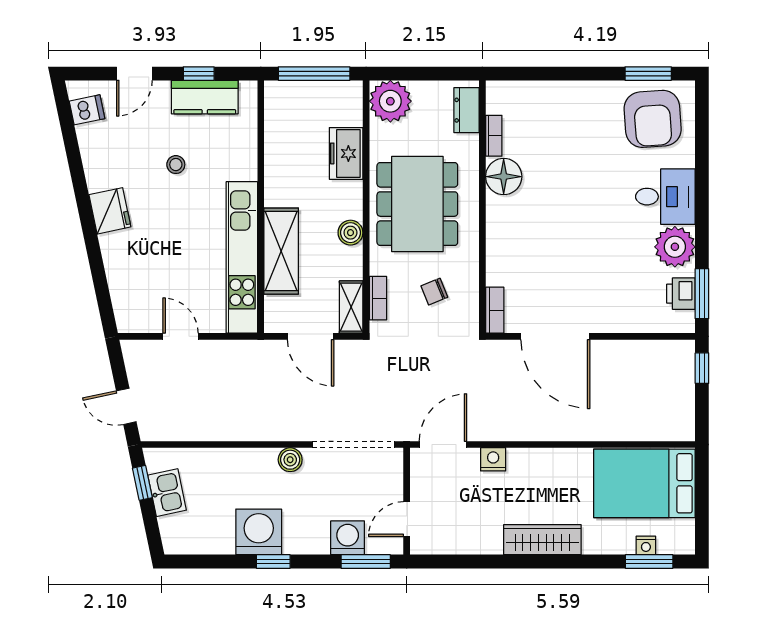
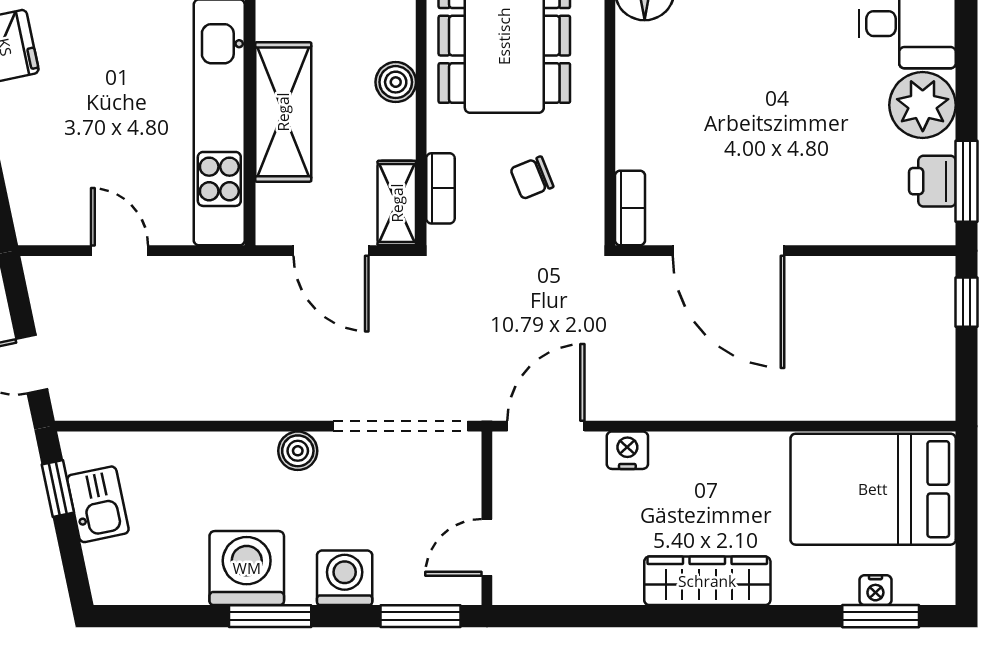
washing machine: (348, 538) -> (345, 578), moved
window: (273, 562) -> (270, 616), width x1.50

